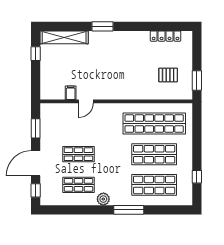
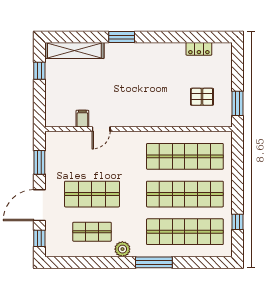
locker: (166, 36) -> (199, 49), width x0.66
shop shelf: (78, 154) -> (92, 194), width x1.43, depth x1.36
shop shelf: (154, 154) -> (185, 194), width x1.40
shop shelf: (154, 185) -> (185, 232), width x1.40

